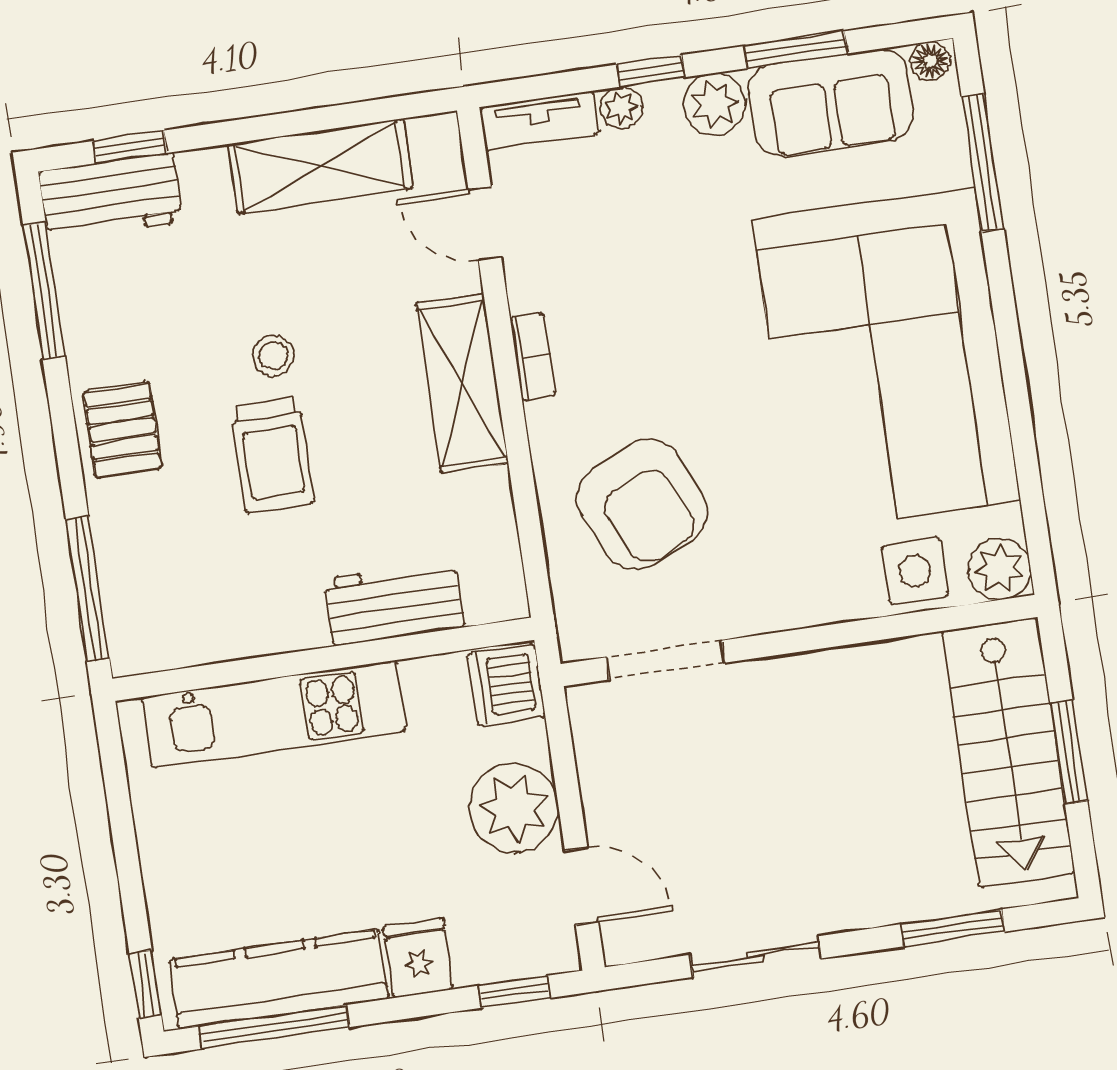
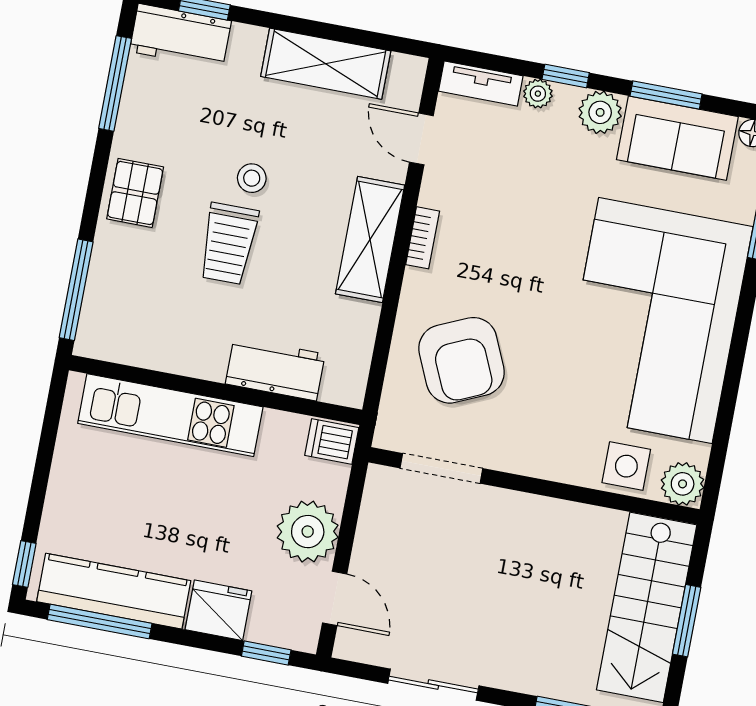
dishwasher: (506, 685) -> (332, 442), width x0.73
fridge: (418, 958) -> (218, 610), width x1.38

